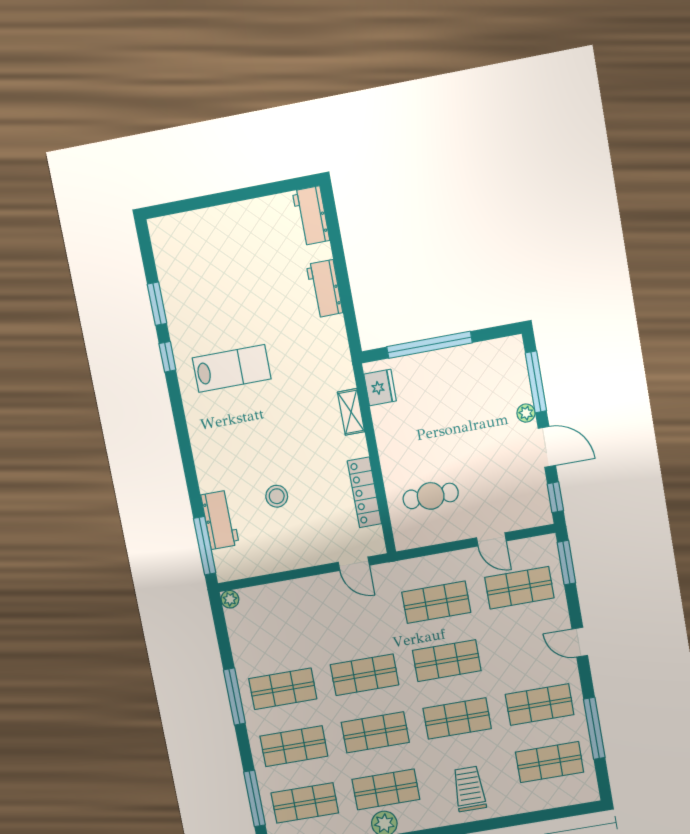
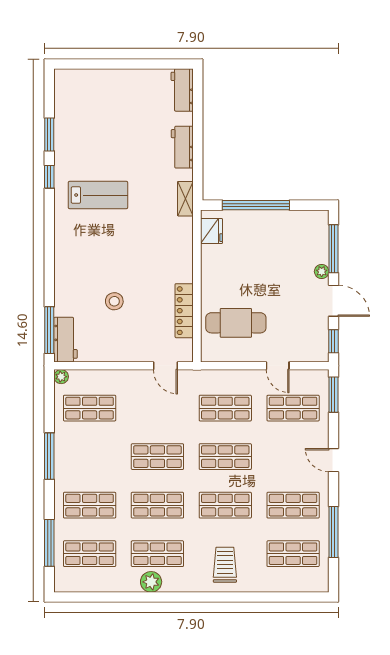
shelving: (351, 412) -> (185, 199), moved
cafe table: (431, 496) -> (236, 323), width x1.37, depth x1.35
workbench: (220, 520) -> (66, 340), moved
shop shelf: (283, 689) -> (90, 408), moved

